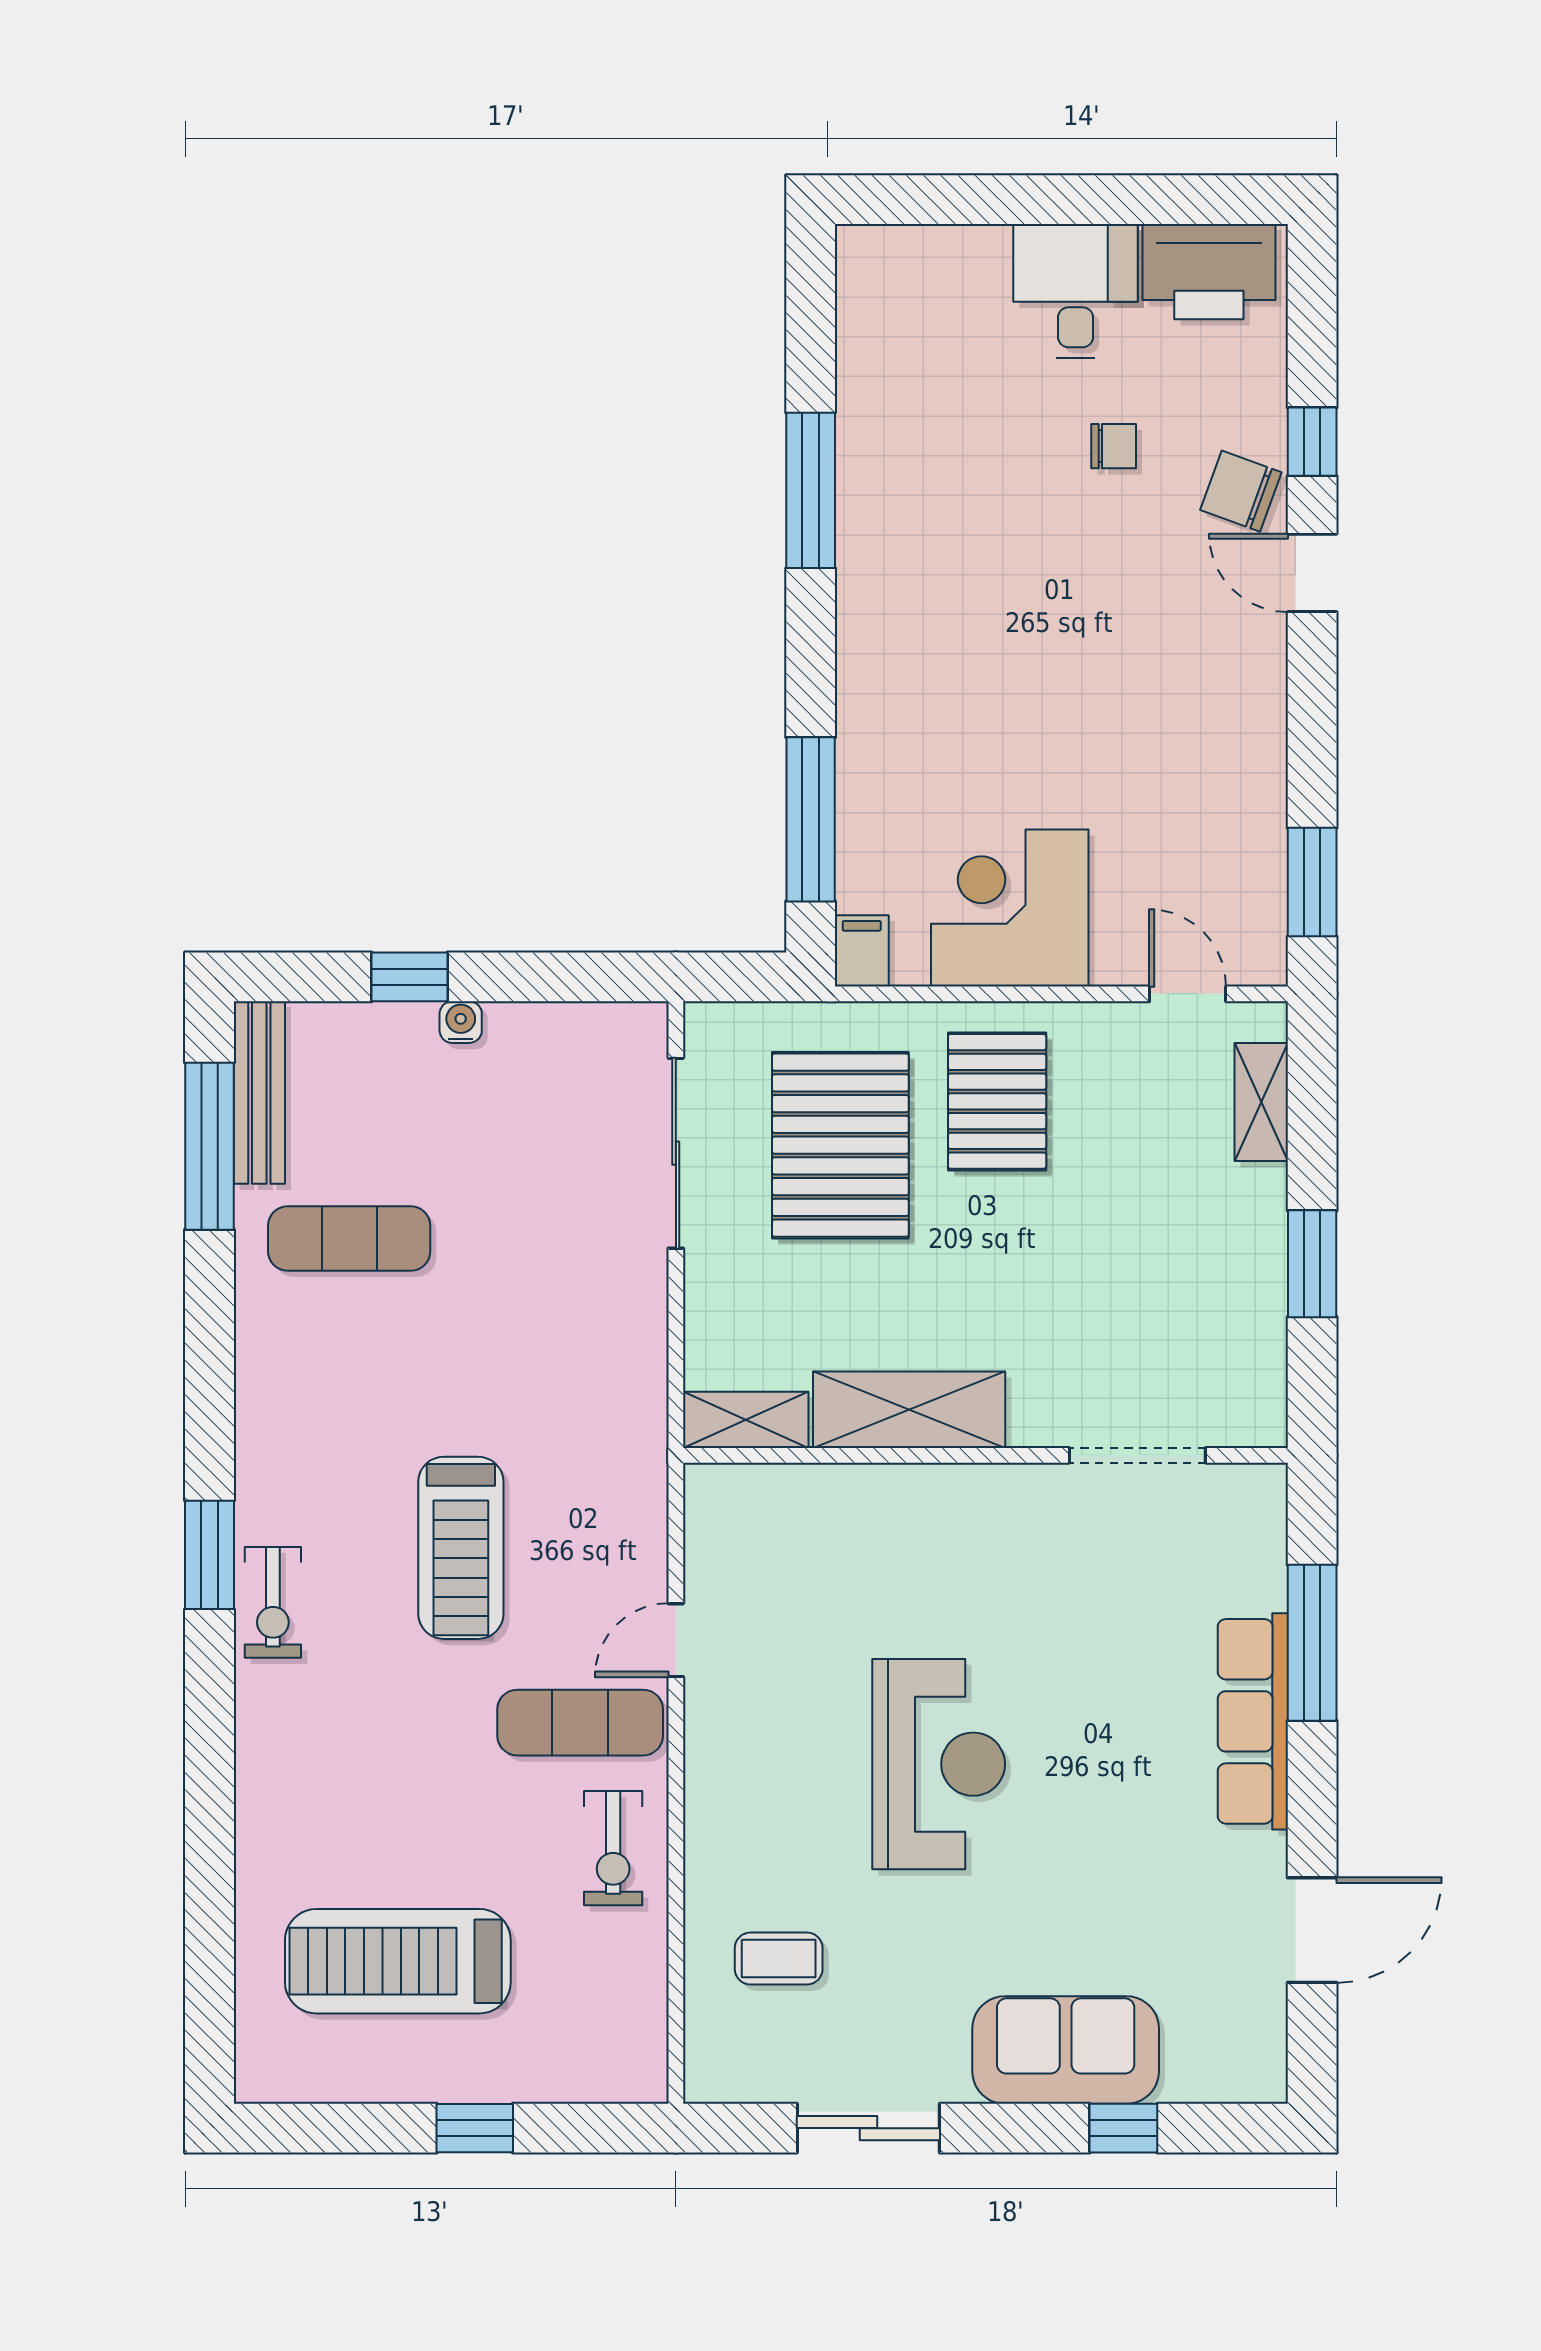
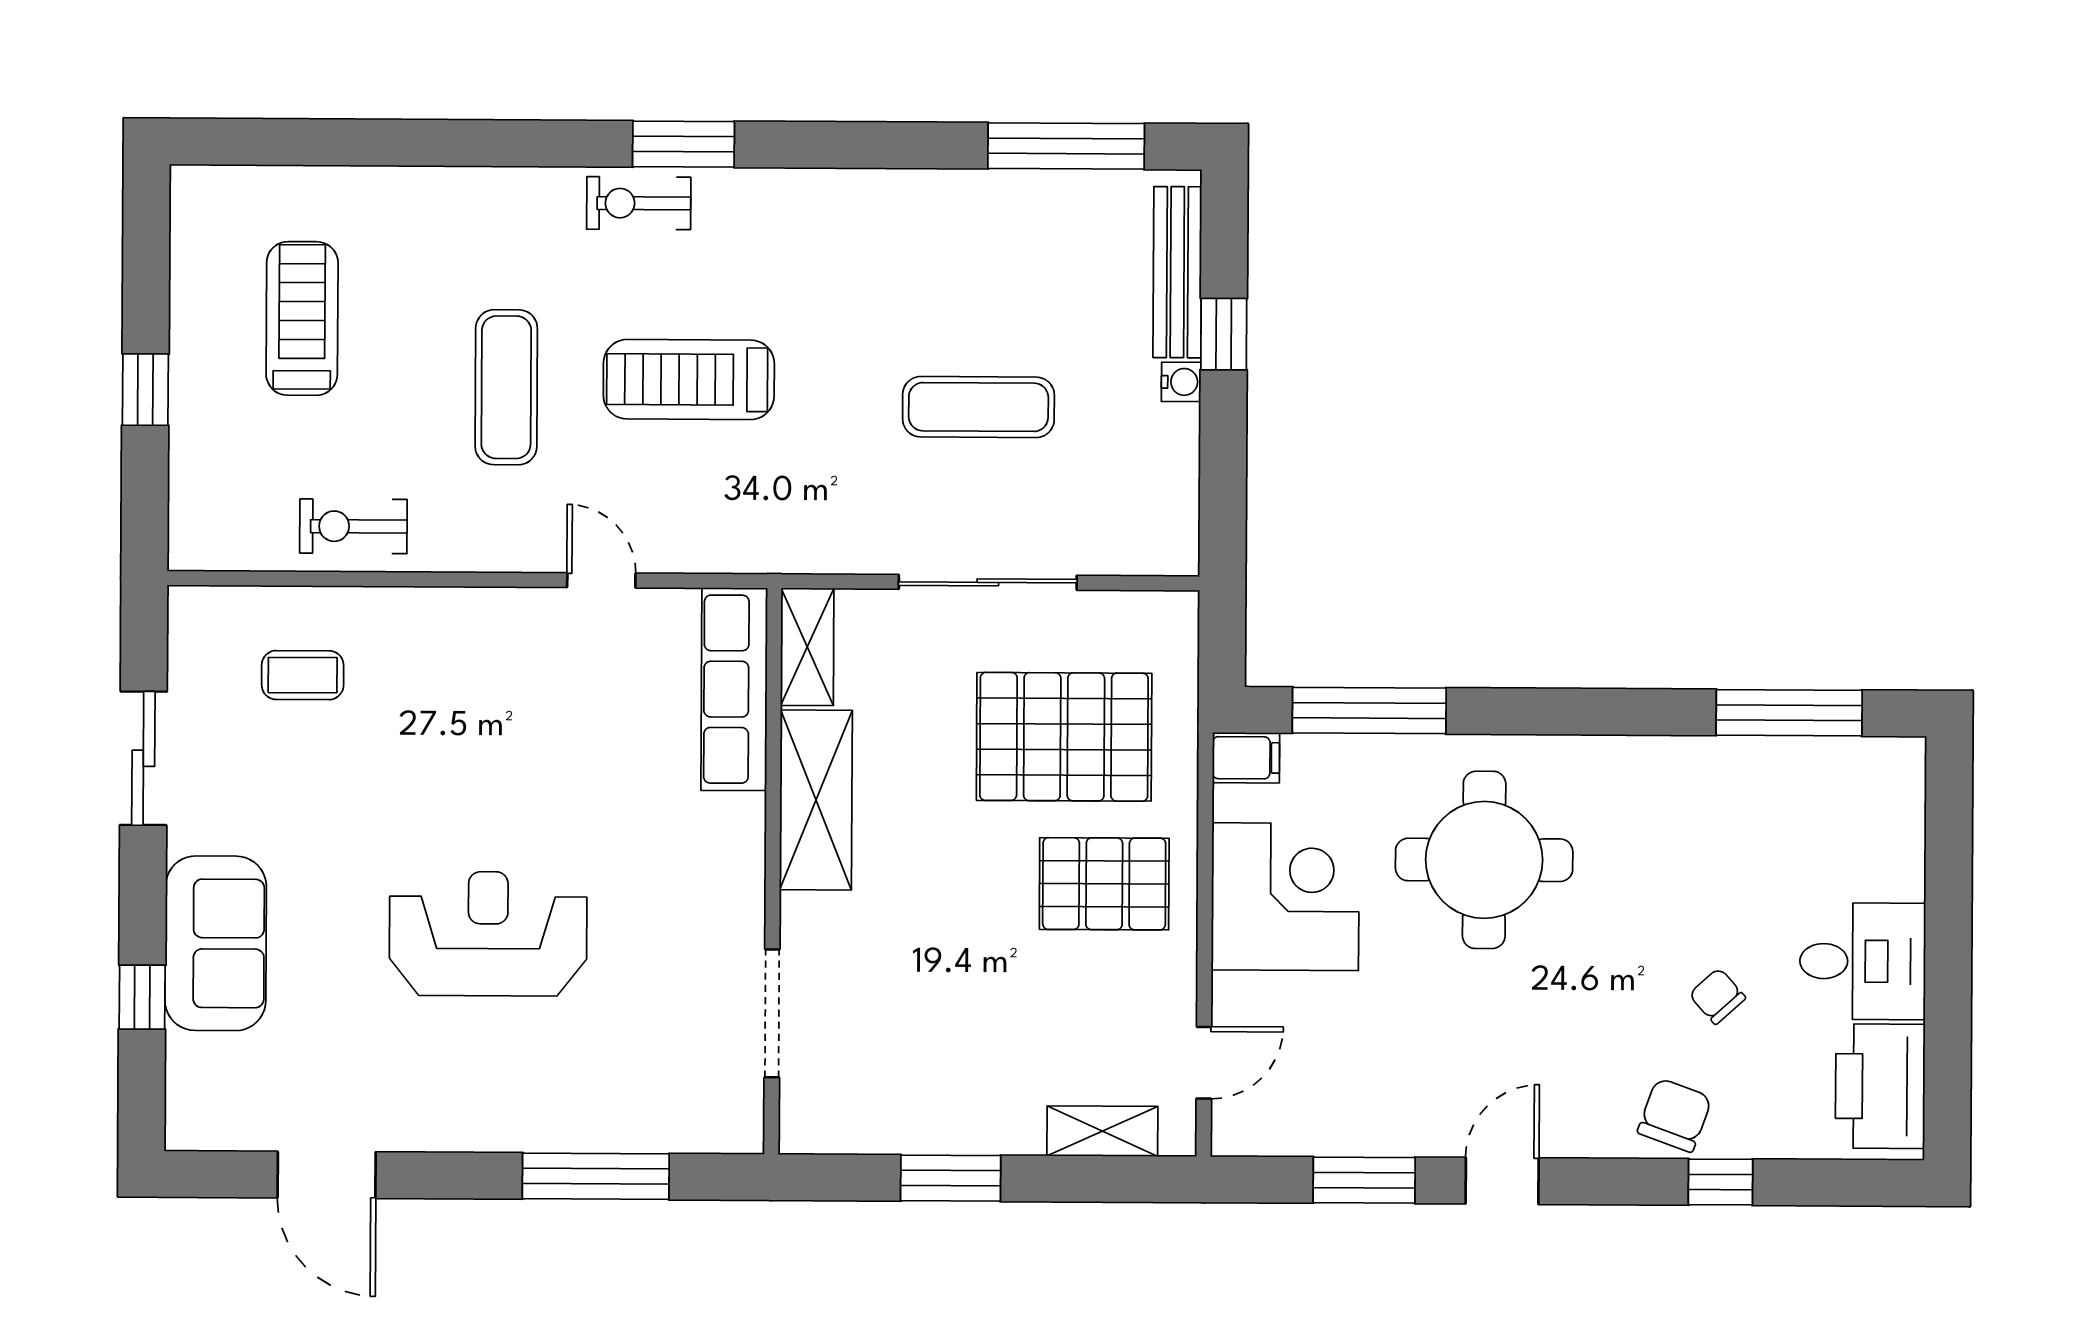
chair: (1114, 446) -> (1717, 996), turned 138
window: (811, 490) -> (1789, 713), moved
door: (1312, 573) -> (1502, 1181), moved
round table: (969, 696) -> (1484, 860), added
window: (1312, 882) -> (1364, 1180), moved
bench: (259, 1093) -> (1177, 272), moved, turned 90
sliding door: (676, 1153) -> (988, 582), moved
exercise mat: (349, 1238) -> (978, 407), moved, turned 90
row of seats: (1253, 1721) -> (734, 689), moved, turned -90
exercise mat: (580, 1723) -> (506, 387), moved
reception desk: (939, 1764) -> (488, 934), moved, turned 180
exercise bike: (613, 1848) -> (353, 526), moved
coffee table: (779, 1959) -> (303, 675), turned 90
treadmill: (398, 1961) -> (302, 318), width x0.73, depth x0.73

